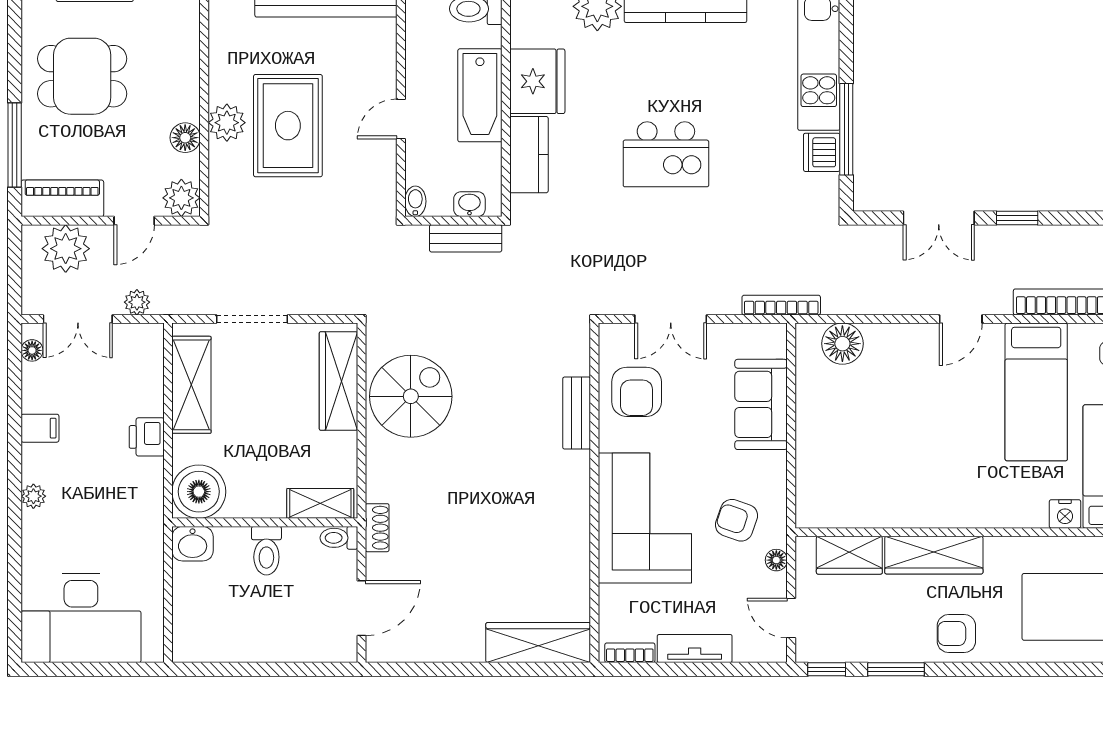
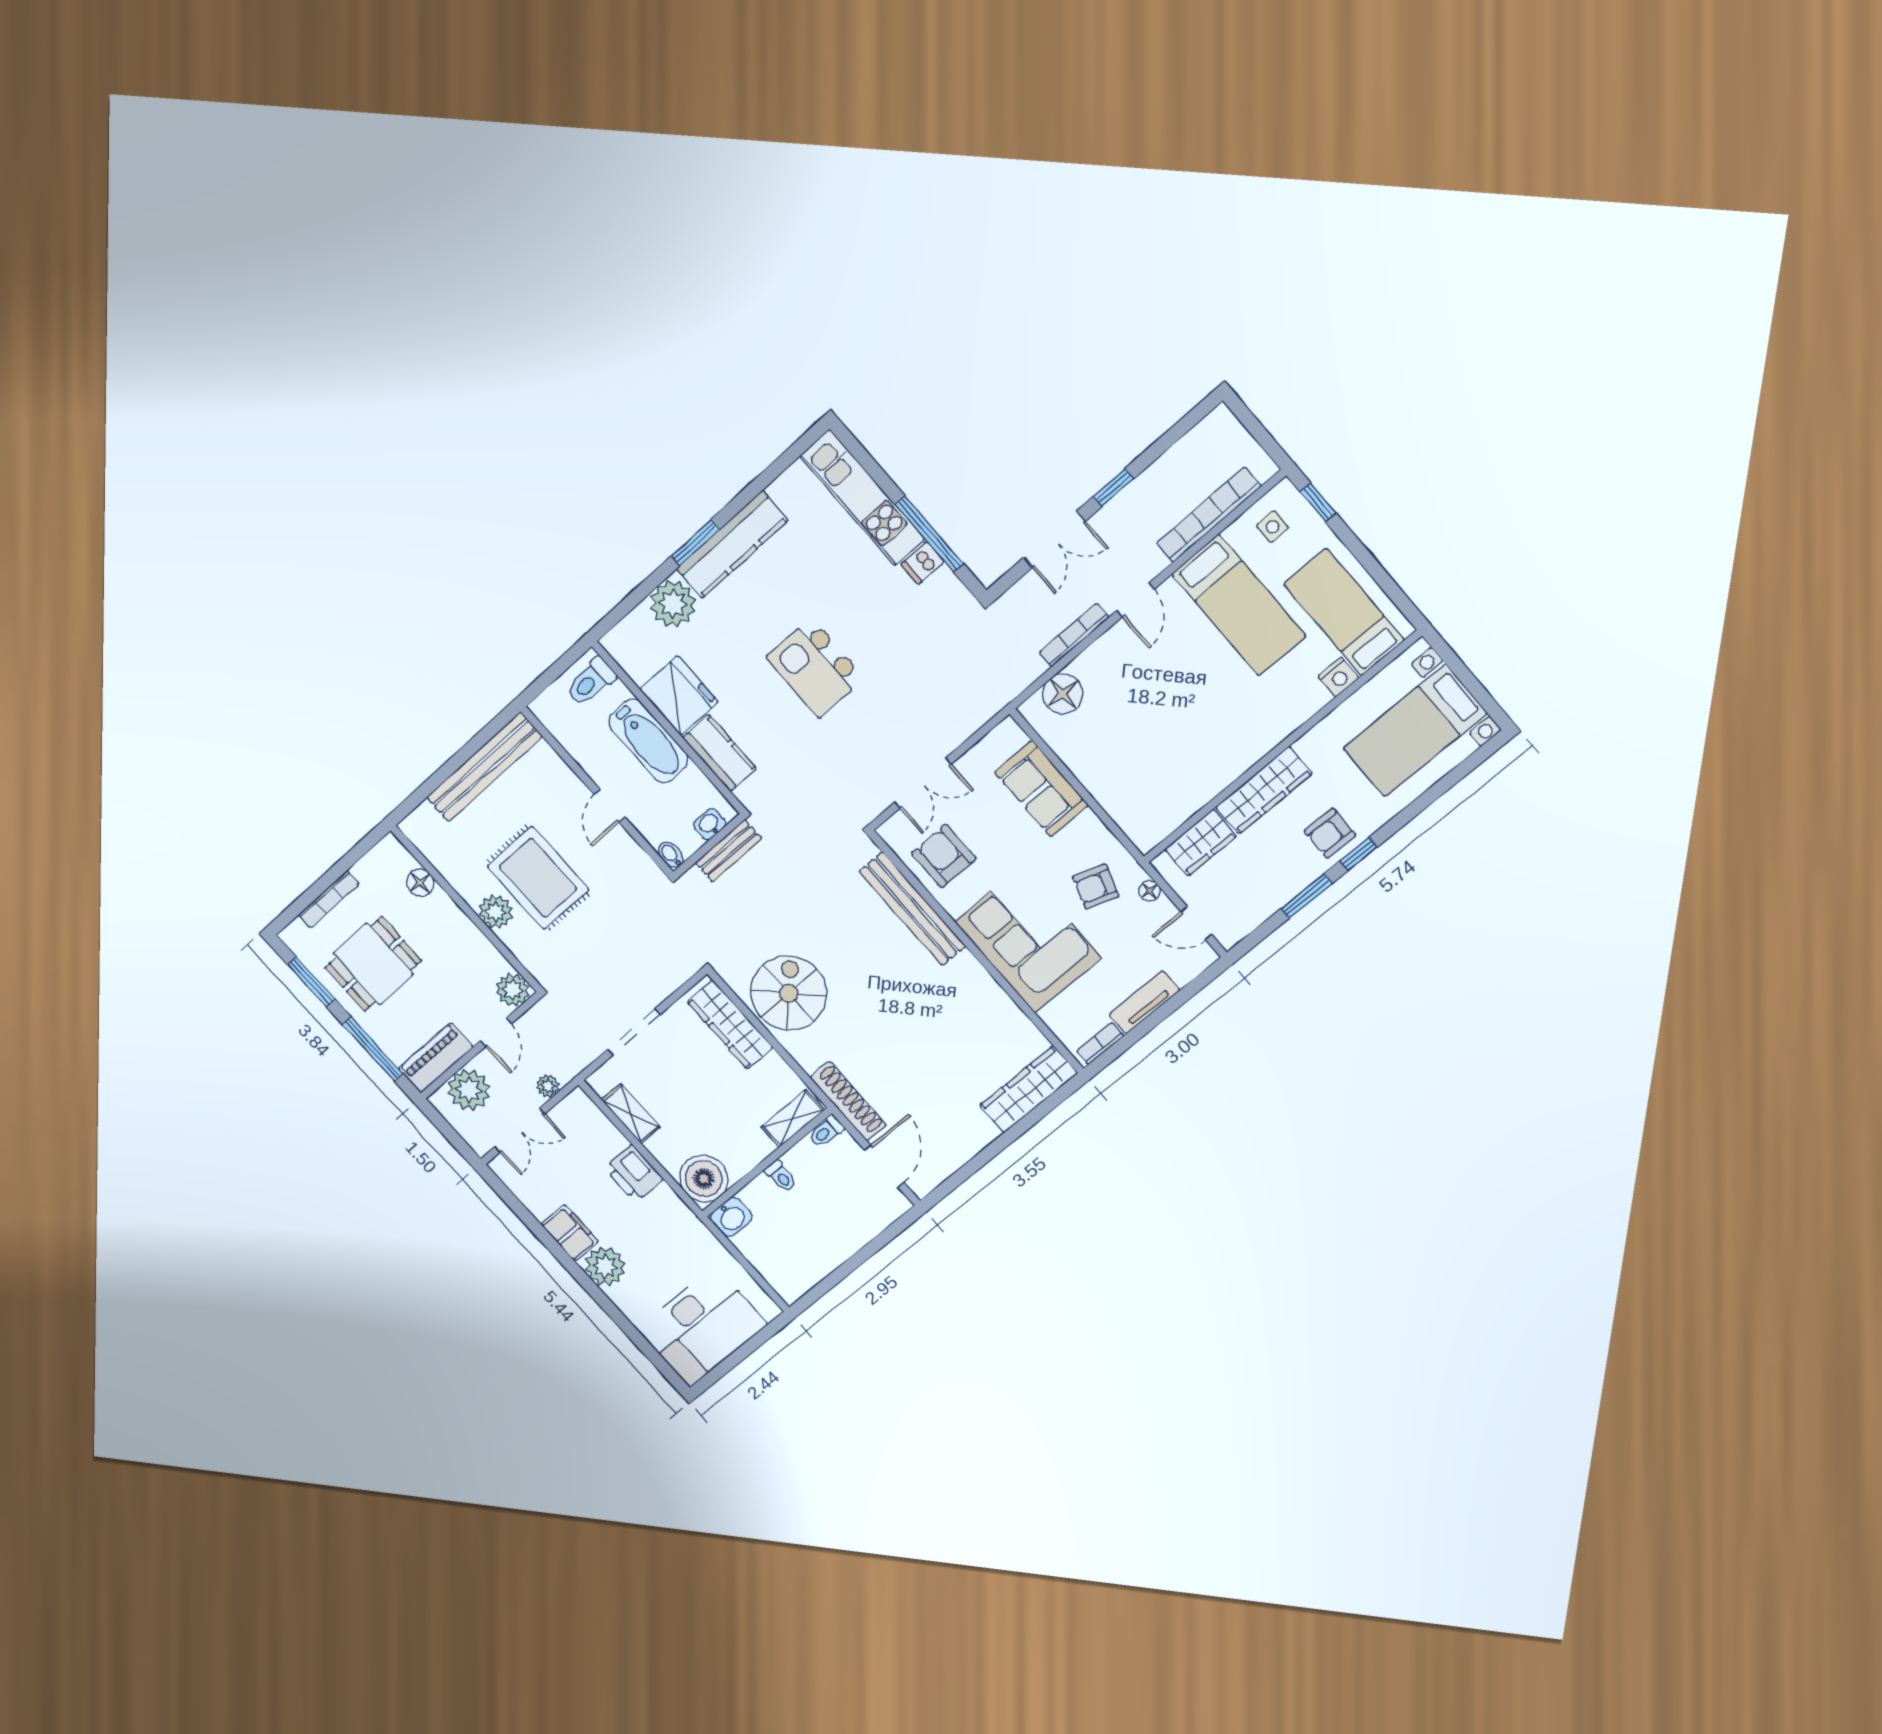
window: (15, 45) -> (311, 982), added
floor lamp: (185, 138) -> (420, 883), moved
dishwasher: (822, 152) -> (923, 563), width x0.73
kitchen island: (666, 154) -> (815, 668), turned 90
bookcase: (781, 305) -> (1074, 635), moved
floor lamp: (32, 350) -> (509, 1177), removed
shelving: (191, 385) -> (631, 1114), width x0.67, depth x0.75
armchair: (637, 392) -> (944, 856), turned 180
bench: (577, 413) -> (912, 909), width x1.86, depth x1.21
filing cabinet: (40, 428) -> (570, 1233), width x2.00
printer: (147, 437) -> (634, 1173), width x1.36, depth x1.24
plant: (33, 496) -> (605, 1266), width x1.87, depth x1.87
shoe rack: (377, 528) -> (848, 1101), width x1.94, depth x1.24
toilet: (266, 551) -> (781, 1176), width x0.73, depth x0.72
window: (827, 669) -> (1359, 854), moved

